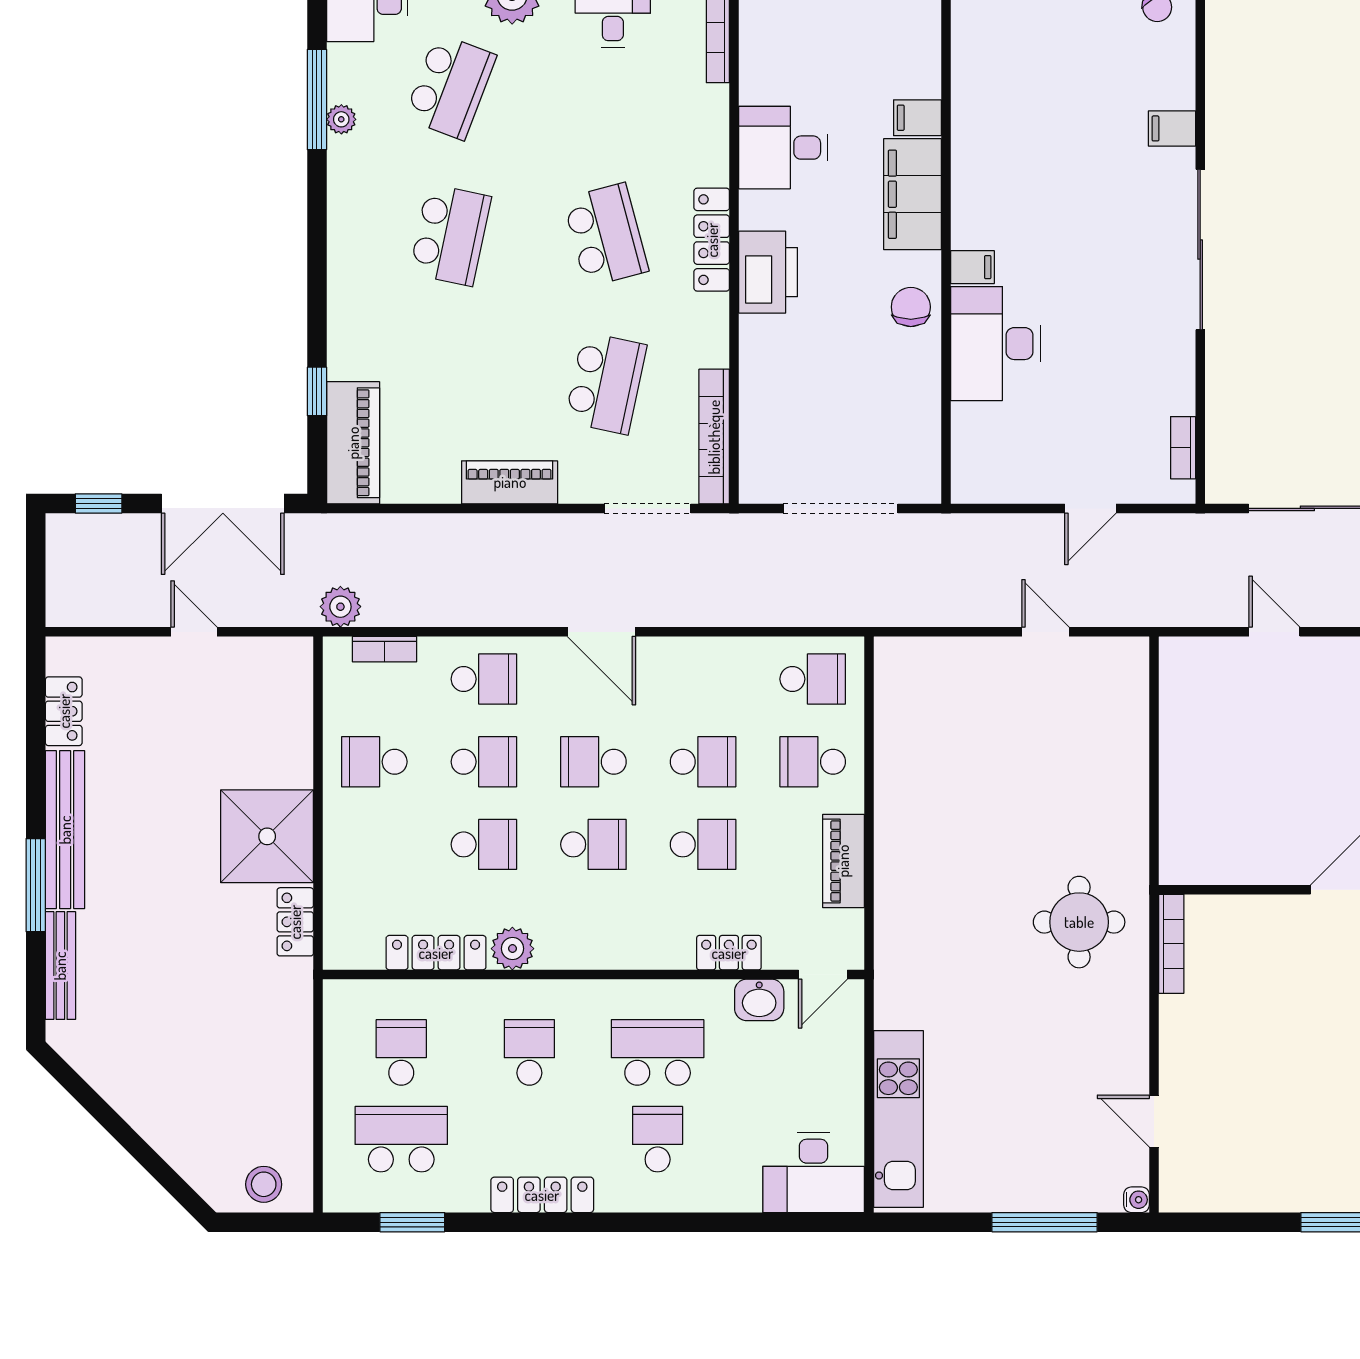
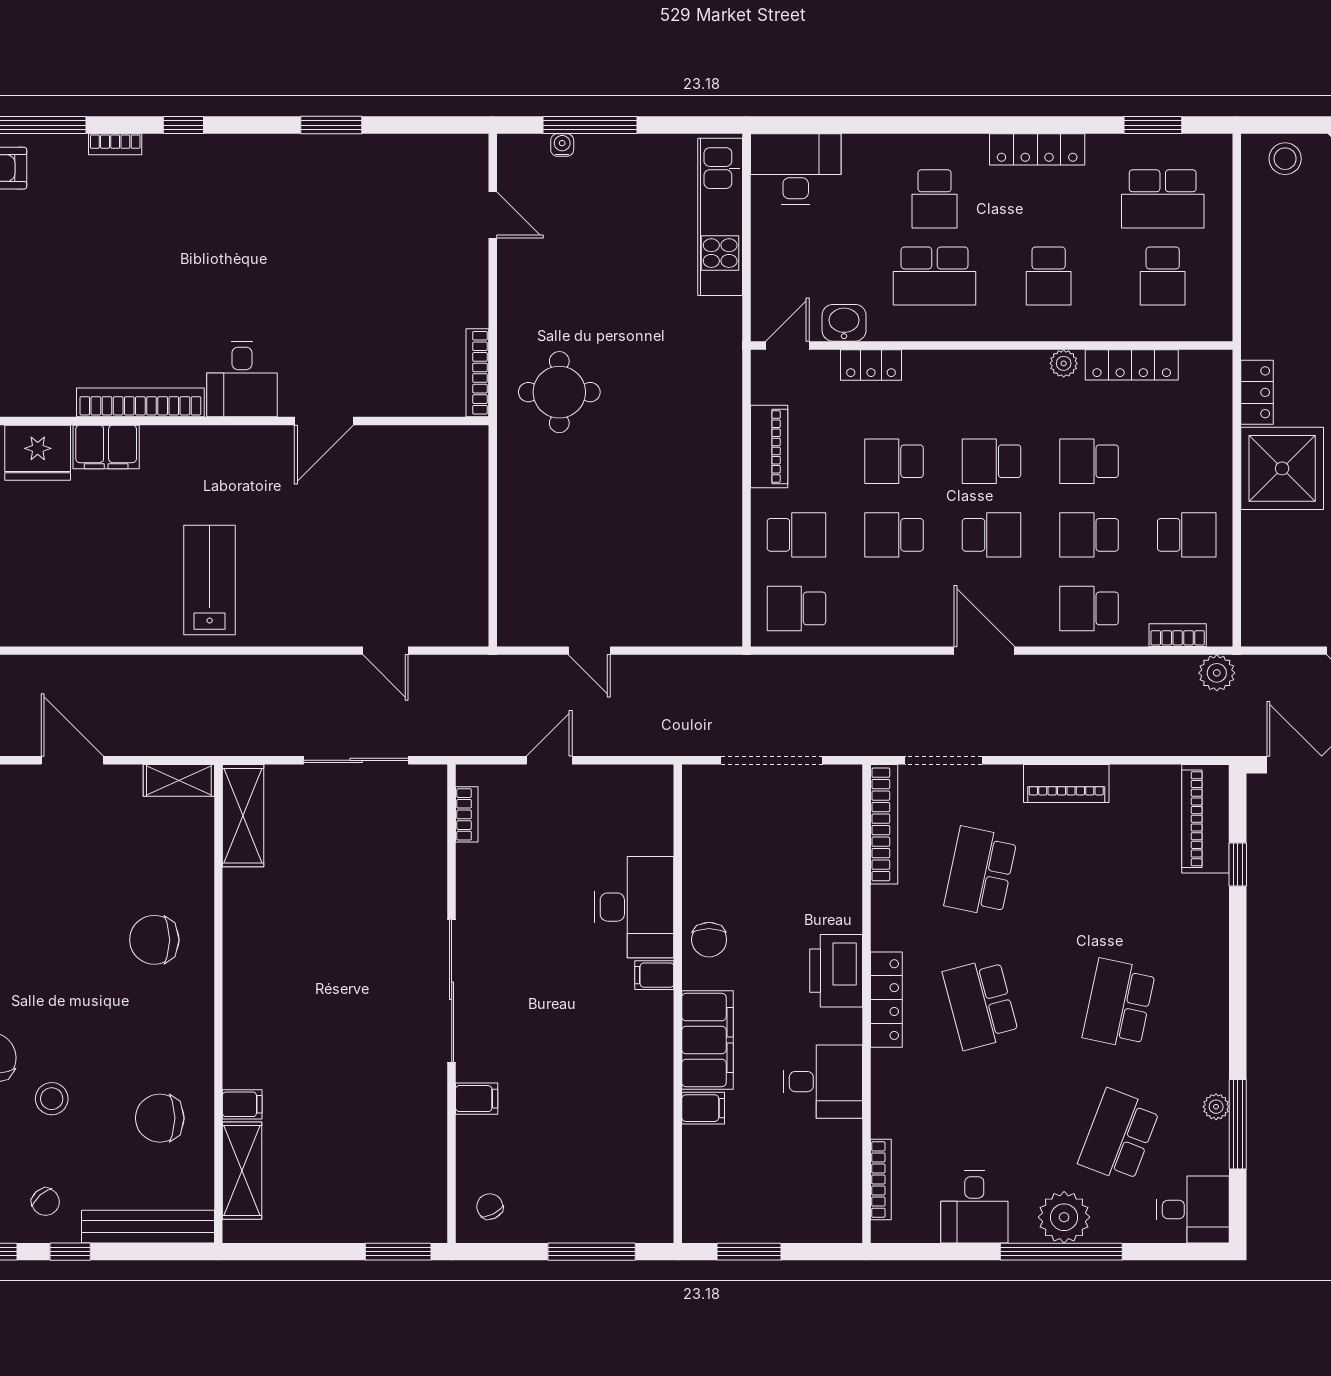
plant: (512, 949) -> (1064, 363), width x0.73, depth x0.73
water cooler: (1137, 1200) -> (562, 145), moved, turned 90

